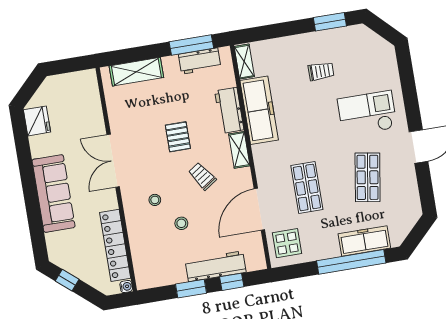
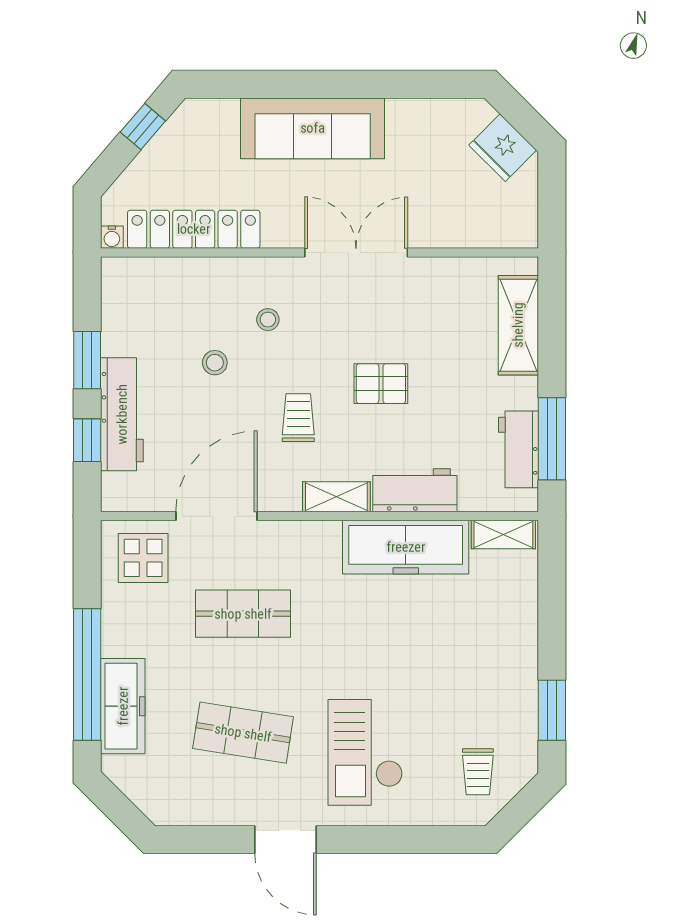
trolley: (321, 71) -> (478, 772), moved
checkout: (367, 113) -> (365, 752), turned 180
fridge: (37, 121) -> (503, 148), moved, turned 45
trolley: (202, 176) -> (298, 418), turned -56
door: (259, 209) -> (217, 516), hinge flipped

